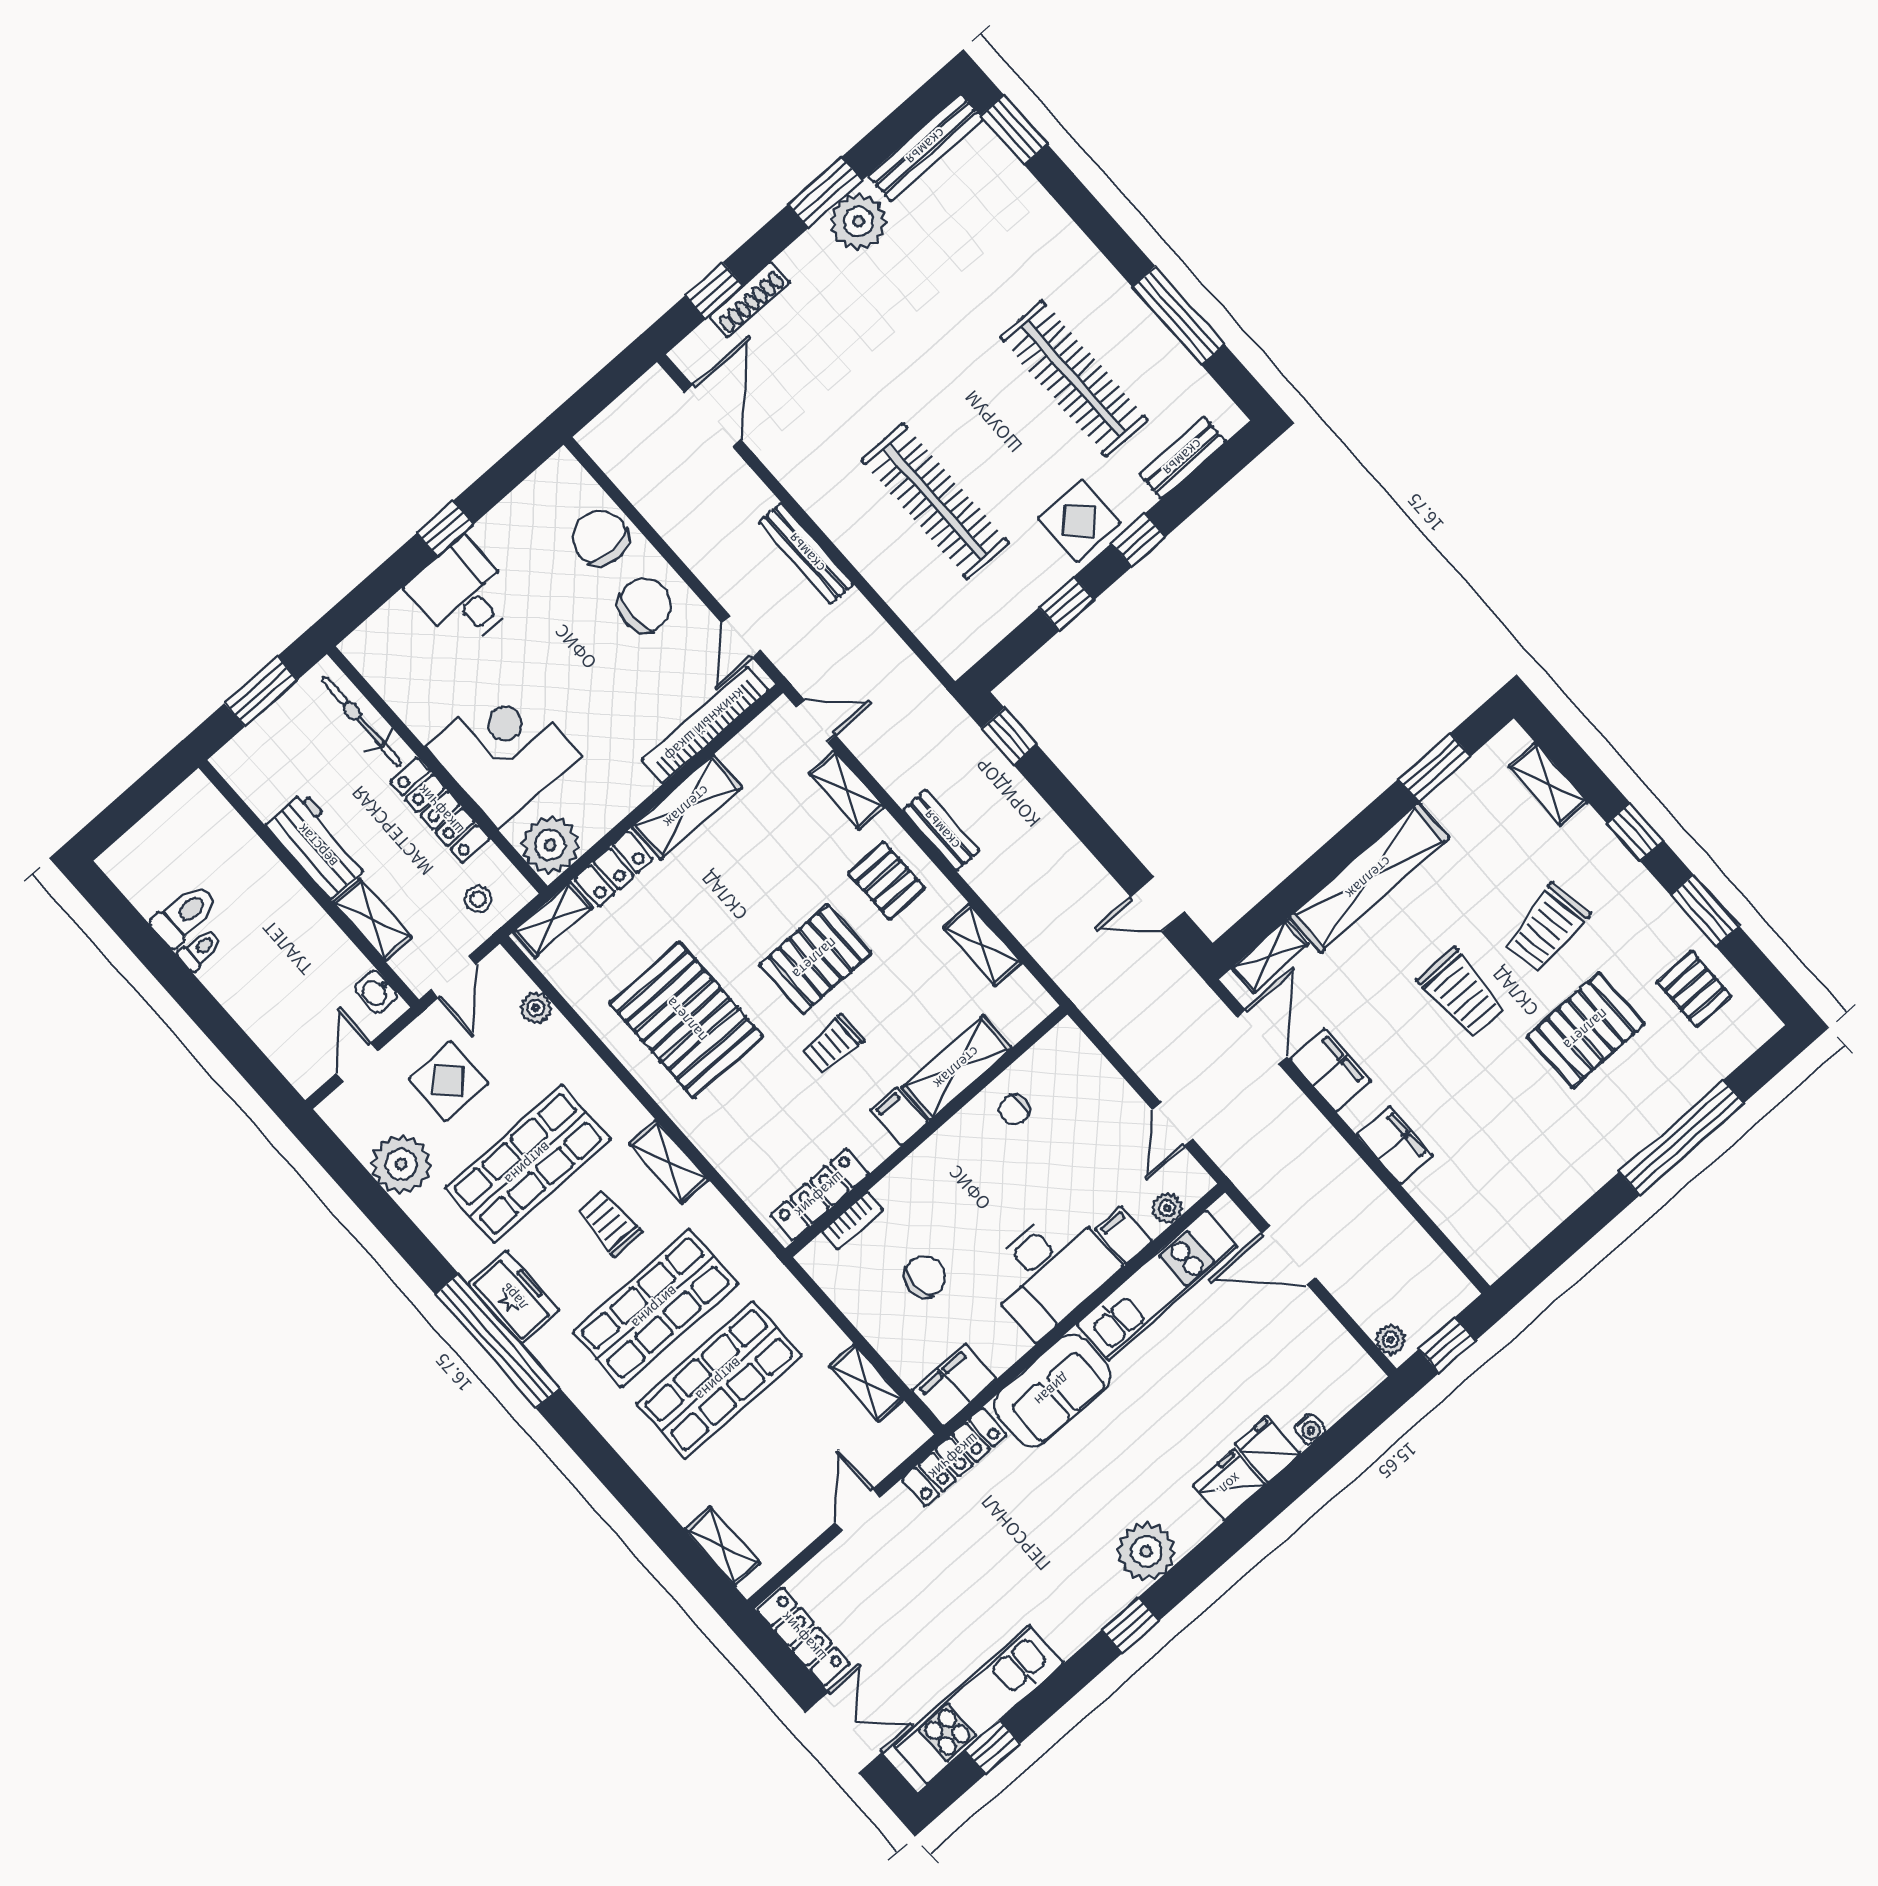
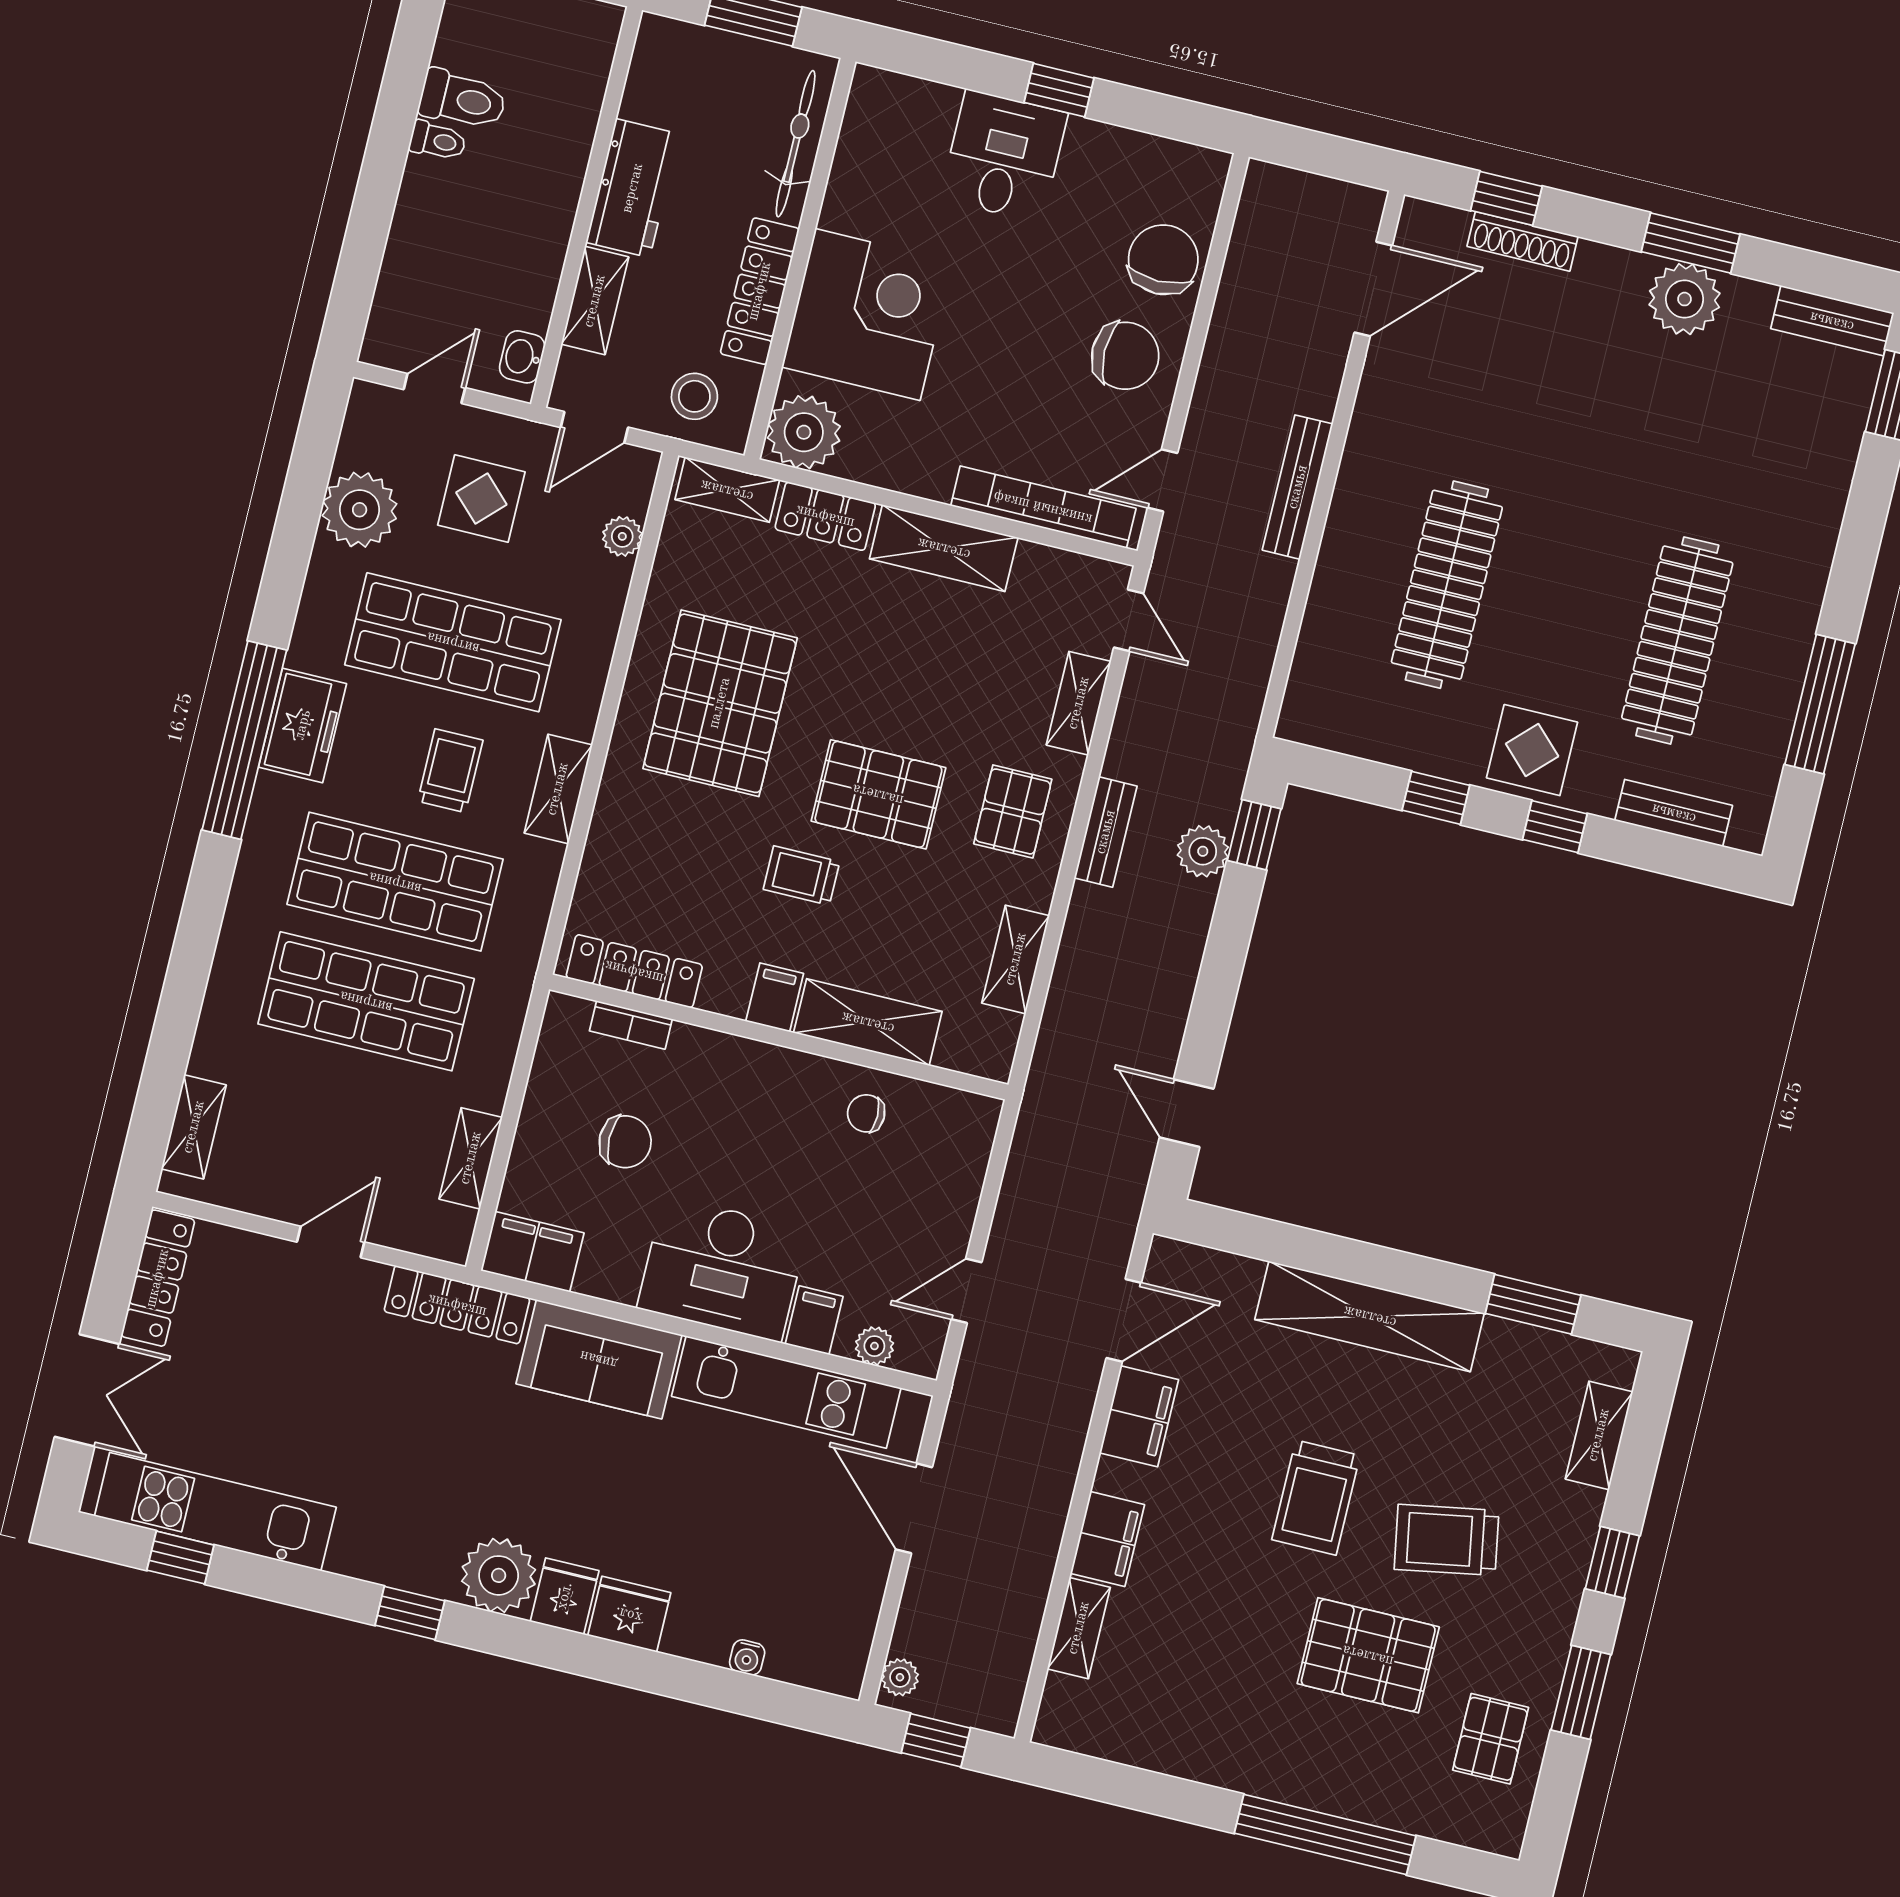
bench: (926, 147) -> (1832, 321), width x0.73
plant: (997, 777) -> (1203, 851), added
stool: (478, 899) -> (694, 396), width x1.37, depth x1.37
shelving: (1270, 956) -> (1079, 1628), moved, turned 90
fridge: (1267, 1449) -> (565, 1596), moved

